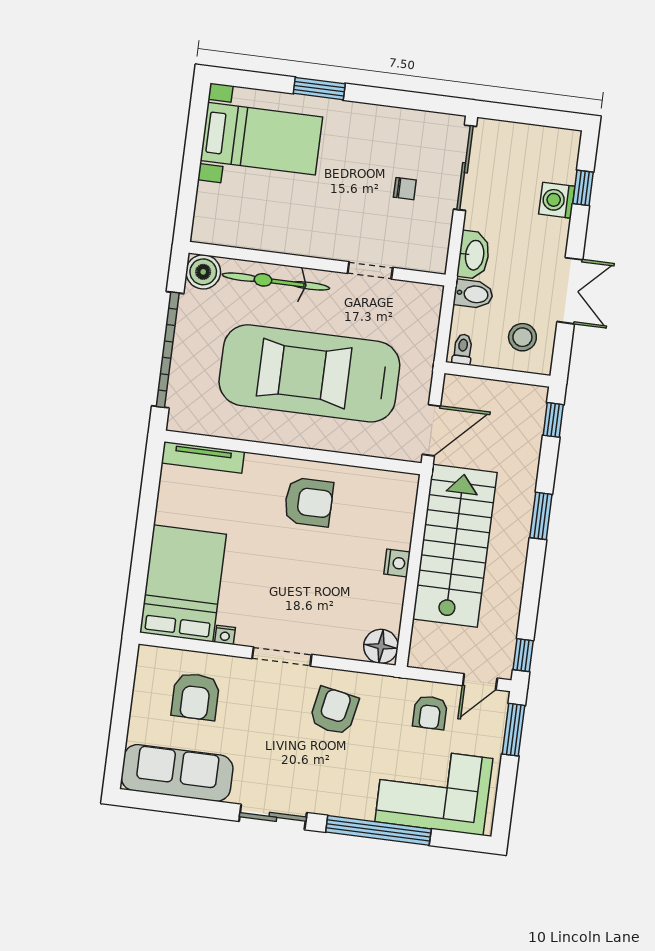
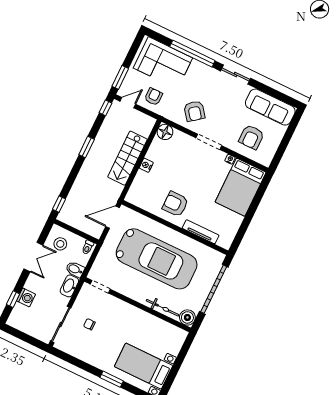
doorway: (370, 270) -> (100, 287), moved
bicycle: (276, 282) -> (163, 308), width x0.73, depth x0.71
double door: (570, 291) -> (33, 257), swing flipped
tv unit: (203, 457) -> (201, 232), moved
window: (541, 516) -> (87, 147), moved
stairs: (455, 546) -> (128, 158), width x0.73, depth x0.66
armchair: (195, 696) -> (251, 137), turned 180
armchair: (334, 711) -> (194, 111), turned -49

